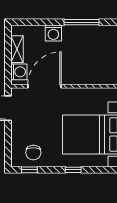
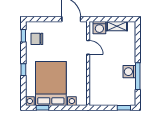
washing machine: (53, 33) -> (129, 72), moved
door: (44, 86) -> (88, 47), width x0.53

